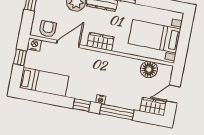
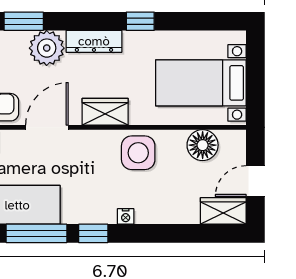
side table: (114, 67) -> (138, 153), added
window: (117, 112) -> (36, 233), moved

